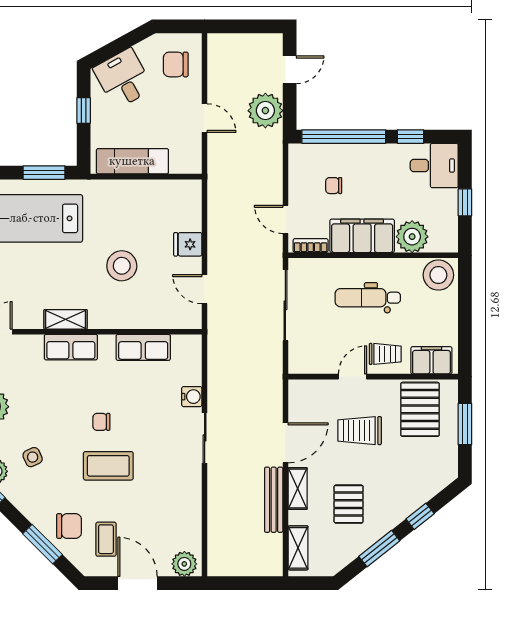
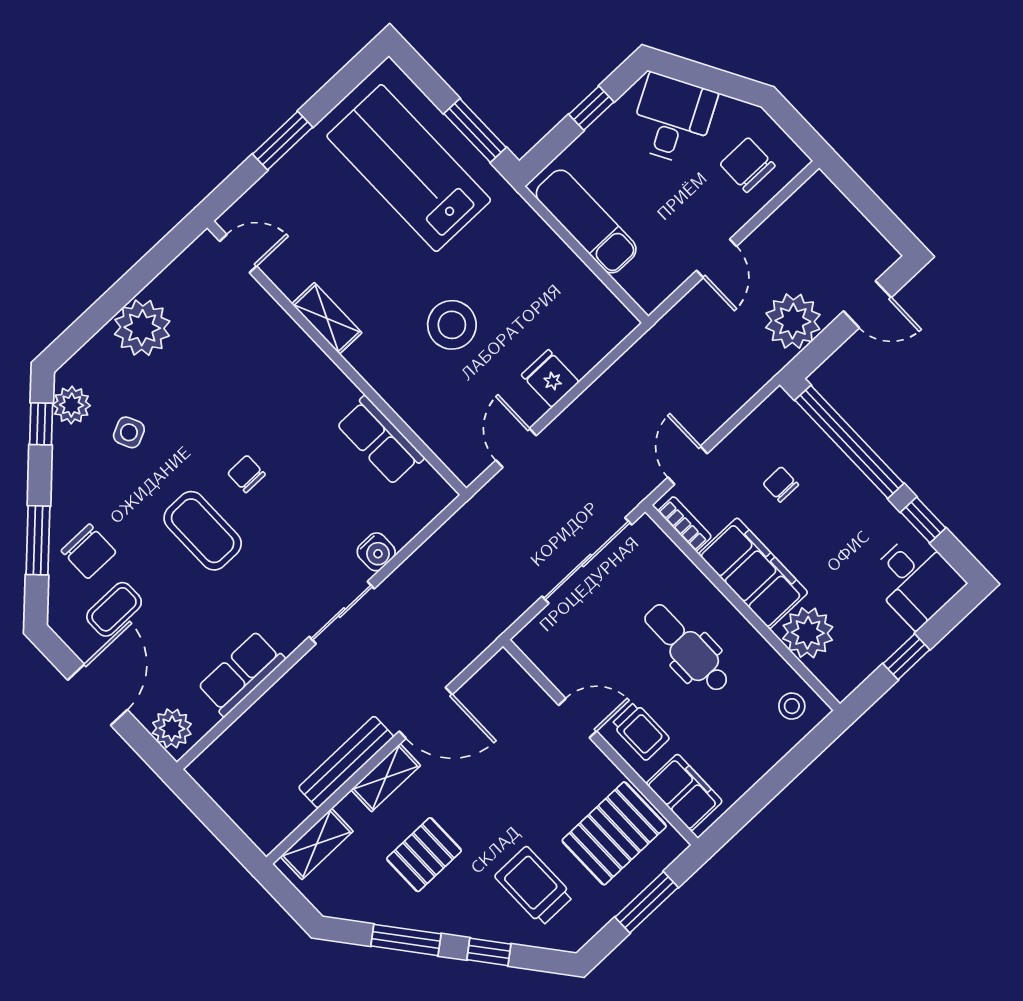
stool: (438, 275) -> (792, 706), width x0.53, depth x0.53
row of seats: (71, 347) -> (241, 674), moved, turned 90
trolley: (360, 431) -> (534, 886), moved

